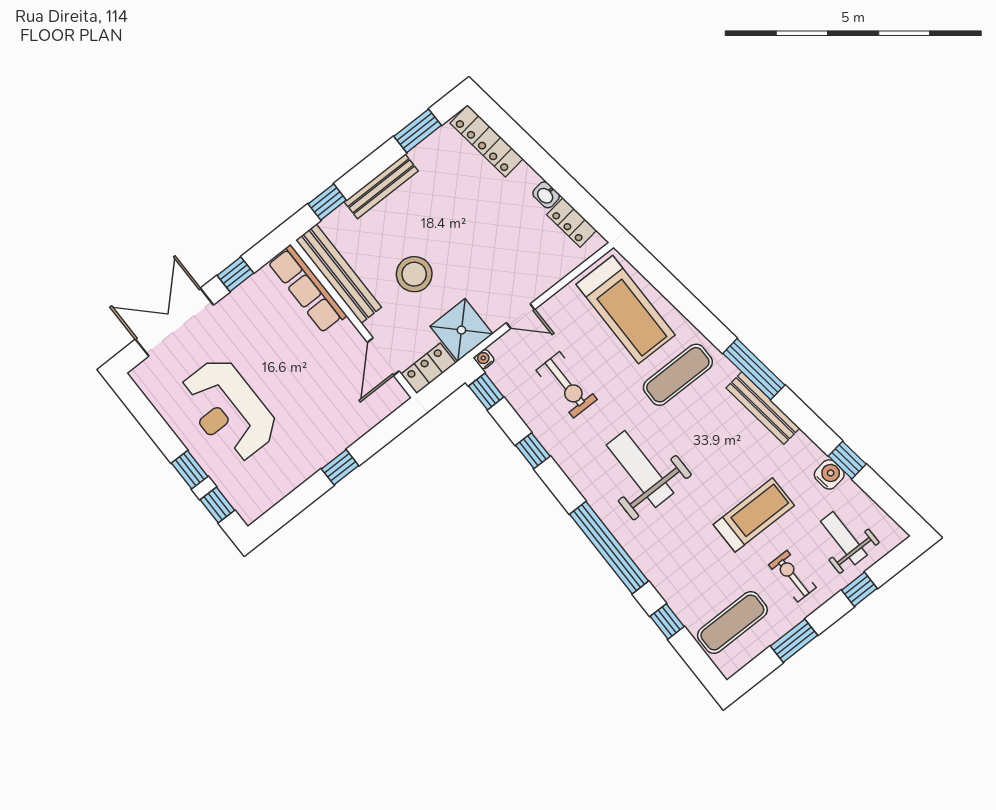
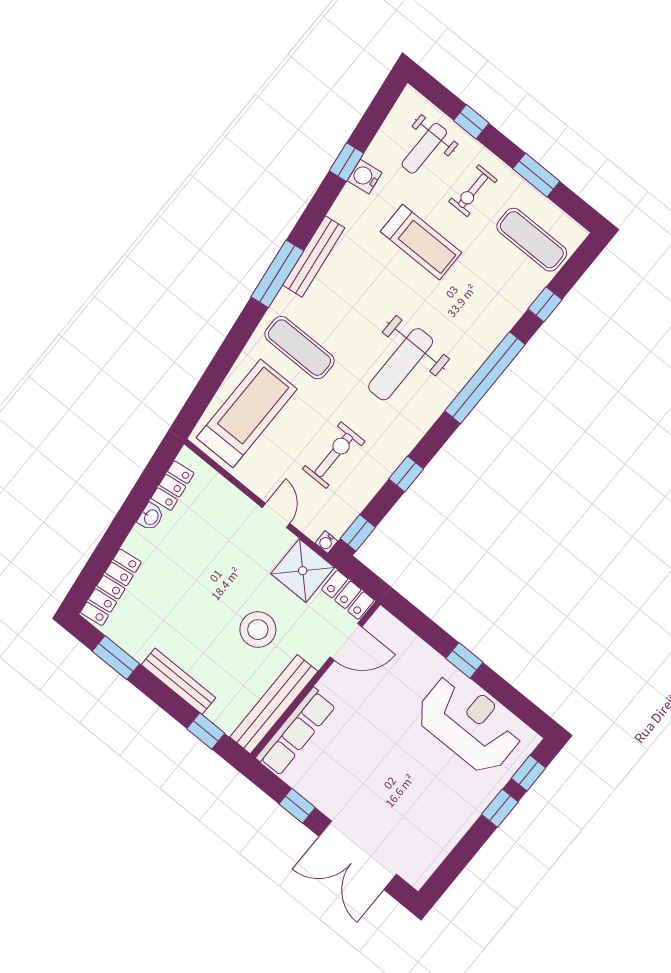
reception desk: (228, 410) -> (469, 724), moved, turned -90
treadmill: (754, 515) -> (421, 242), turned 180

